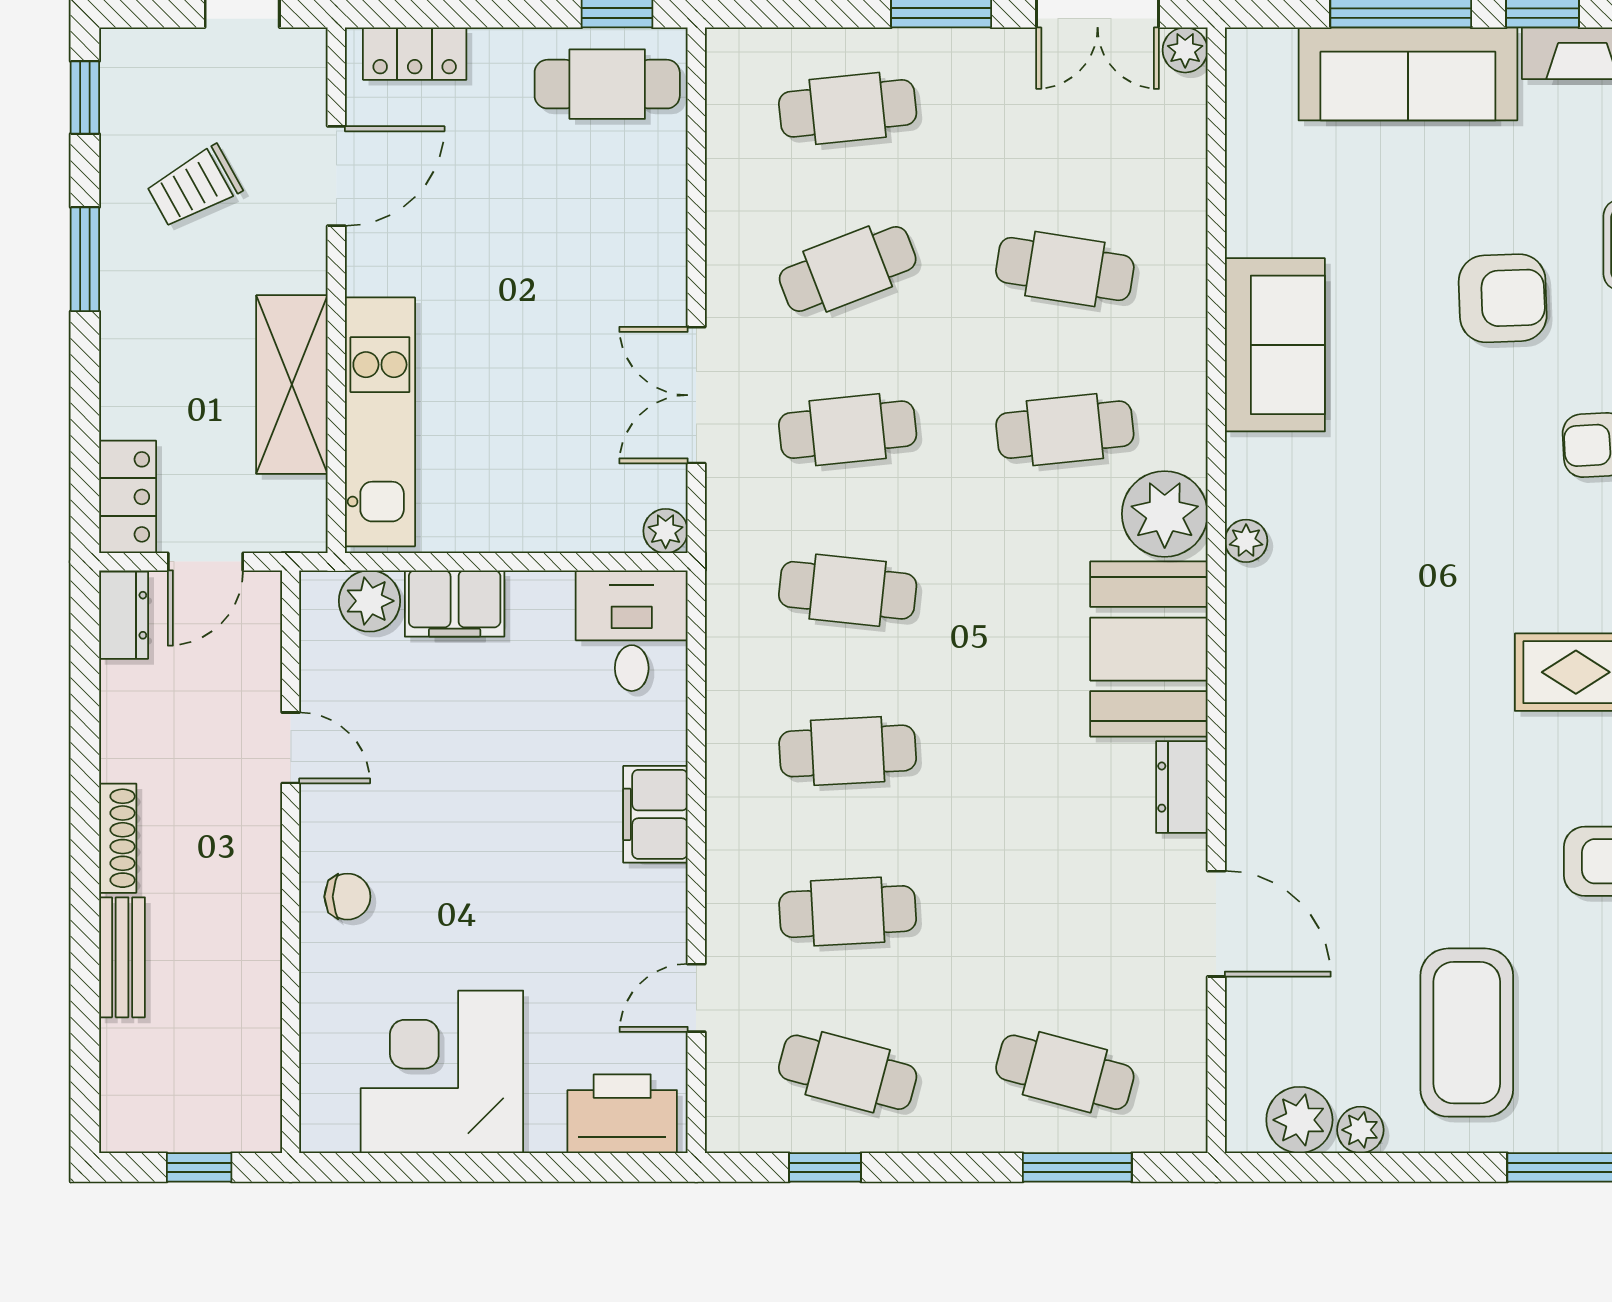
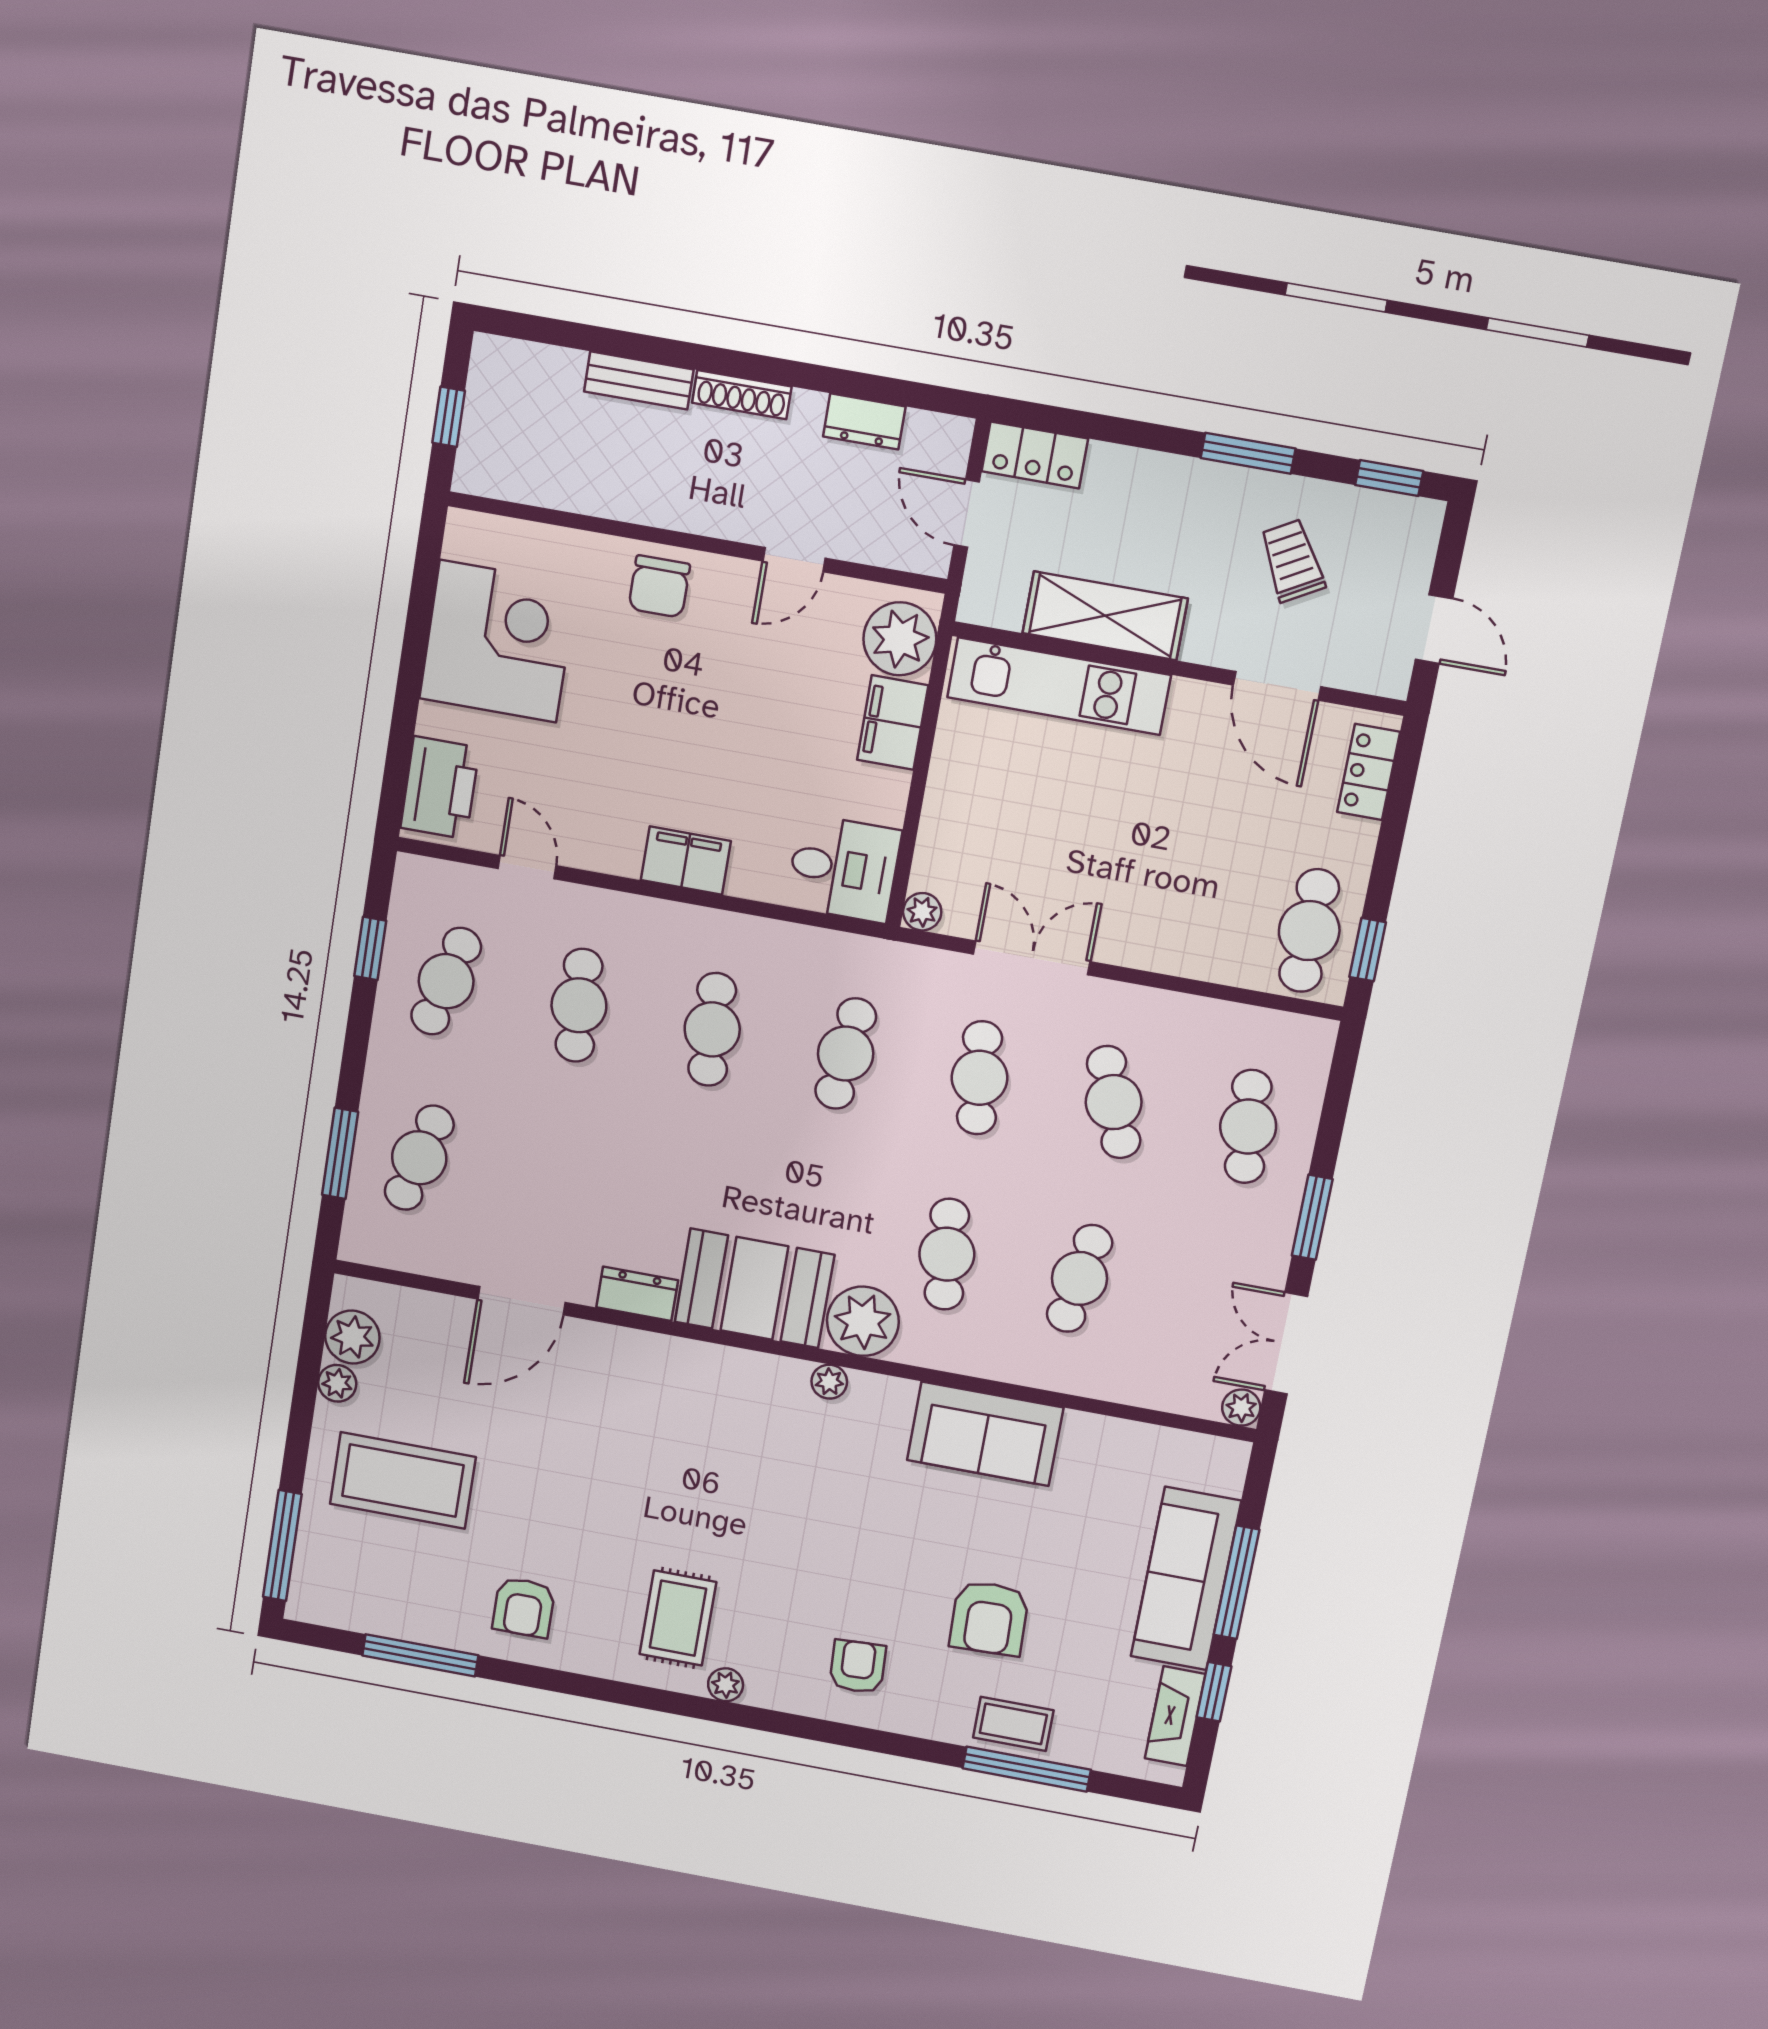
plant: (370, 601) -> (900, 639), width x1.36, depth x1.36
dresser: (124, 615) -> (864, 421), moved
chair: (347, 897) -> (659, 586), width x1.37, depth x1.37

